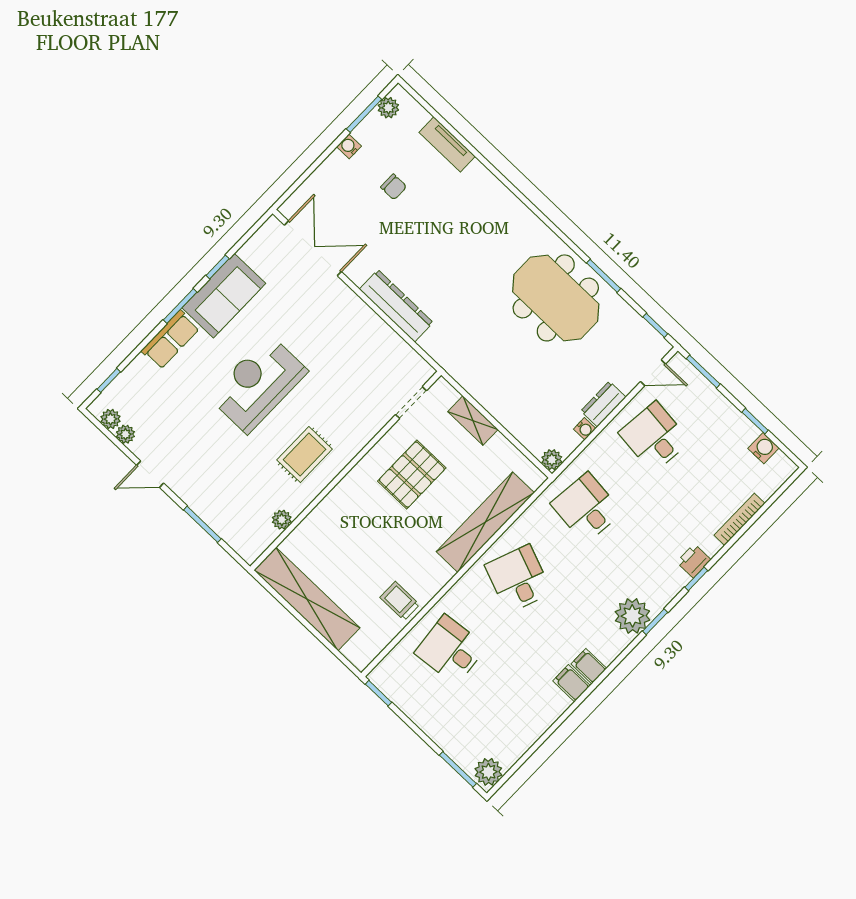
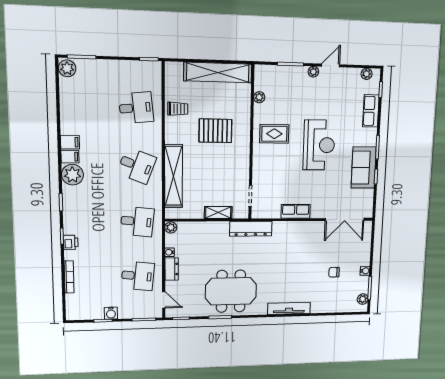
tv unit: (447, 144) -> (289, 308), moved, width x1.41
dresser: (396, 306) -> (251, 229), moved
row of seats: (370, 324) -> (296, 211), added
row of seats: (170, 340) -> (371, 111), moved
door: (653, 373) -> (164, 300), swing flipped
plant: (125, 434) -> (313, 72), moved
water cooler: (764, 448) -> (111, 313), moved
rug: (305, 455) -> (274, 134), turned 90
pallet: (412, 475) -> (215, 131), moved, turned 90
plant: (632, 616) -> (72, 175), moved

